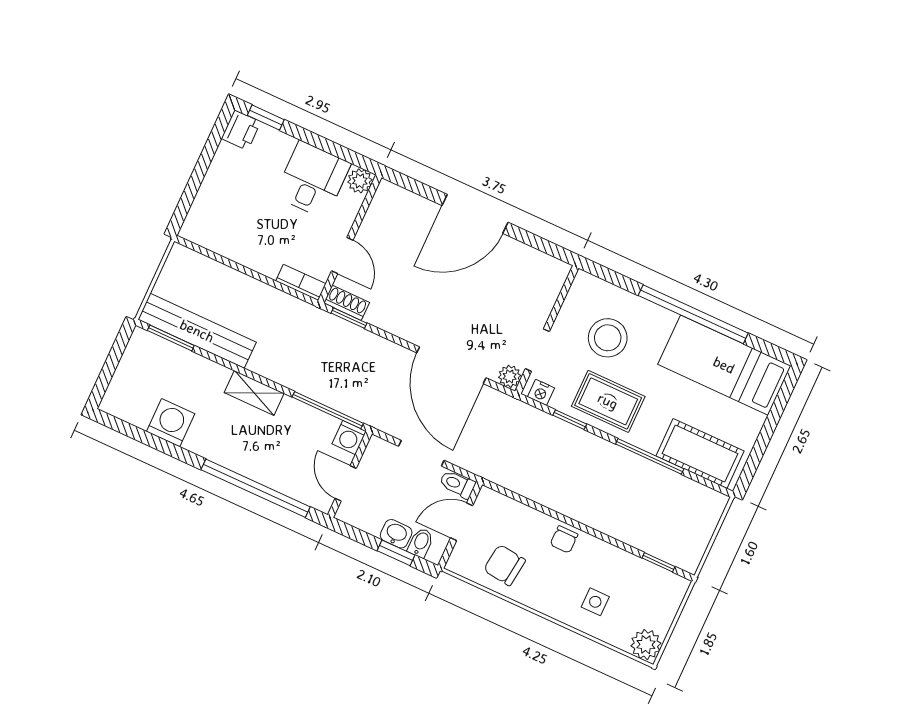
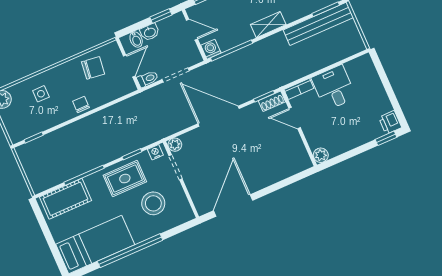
desk: (313, 180) -> (334, 88), moved, turned 180
door: (475, 214) -> (233, 205), moved
door: (451, 365) -> (219, 116), moved
window: (396, 553) -> (161, 16), moved

